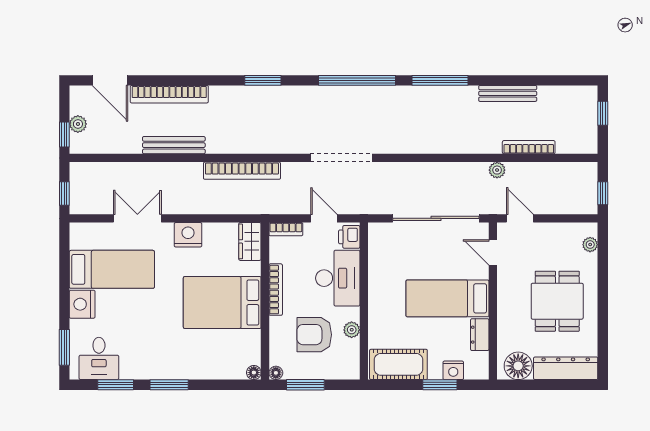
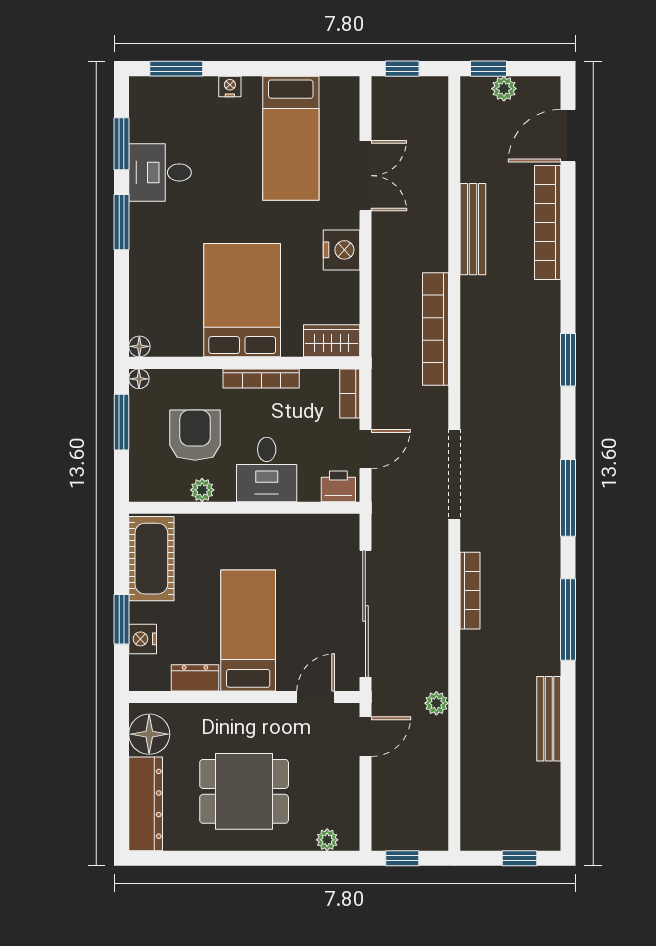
window: (357, 80) -> (568, 498), width x0.68
bookcase: (529, 147) -> (470, 591), moved
desk: (338, 278) -> (267, 469), width x0.73
nightstand: (82, 304) -> (230, 86), width x0.53, depth x0.56
desk: (99, 358) -> (160, 172), moved

